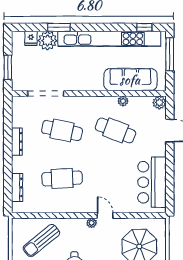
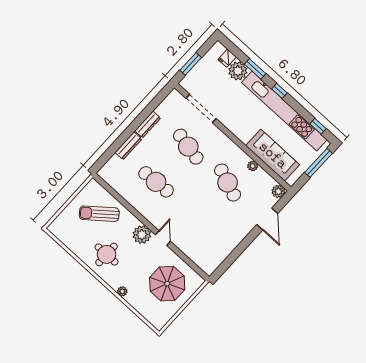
window: (92, 27) -> (279, 91), added
bar counter: (152, 182) -> (220, 245), removed
dresser: (17, 187) -> (128, 146), moved
plant: (92, 223) -> (142, 235), width x1.87, depth x1.87

